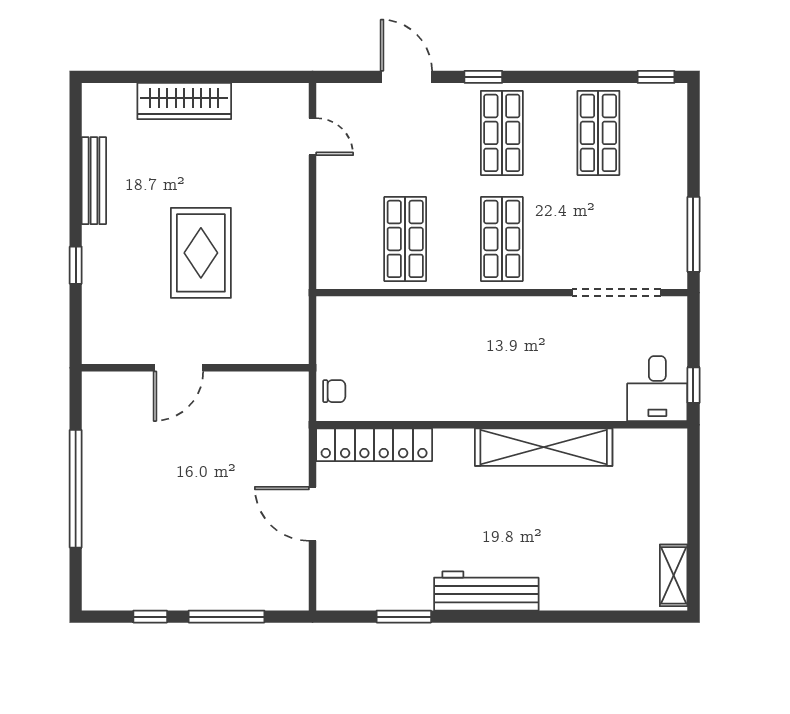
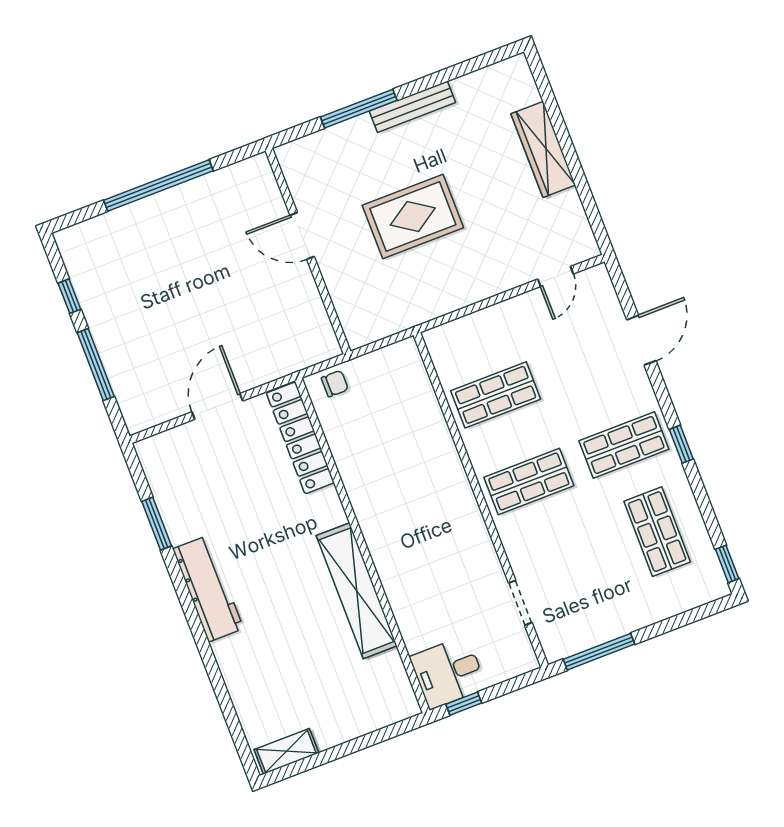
window: (483, 77) -> (681, 444), moved
shop shelf: (598, 133) -> (657, 532), turned 90
bench: (94, 181) -> (412, 107), moved
window: (76, 265) -> (359, 109), width x2.17
doorway: (616, 293) -> (520, 603), width x0.53
chair: (334, 391) -> (335, 384), turned -90

